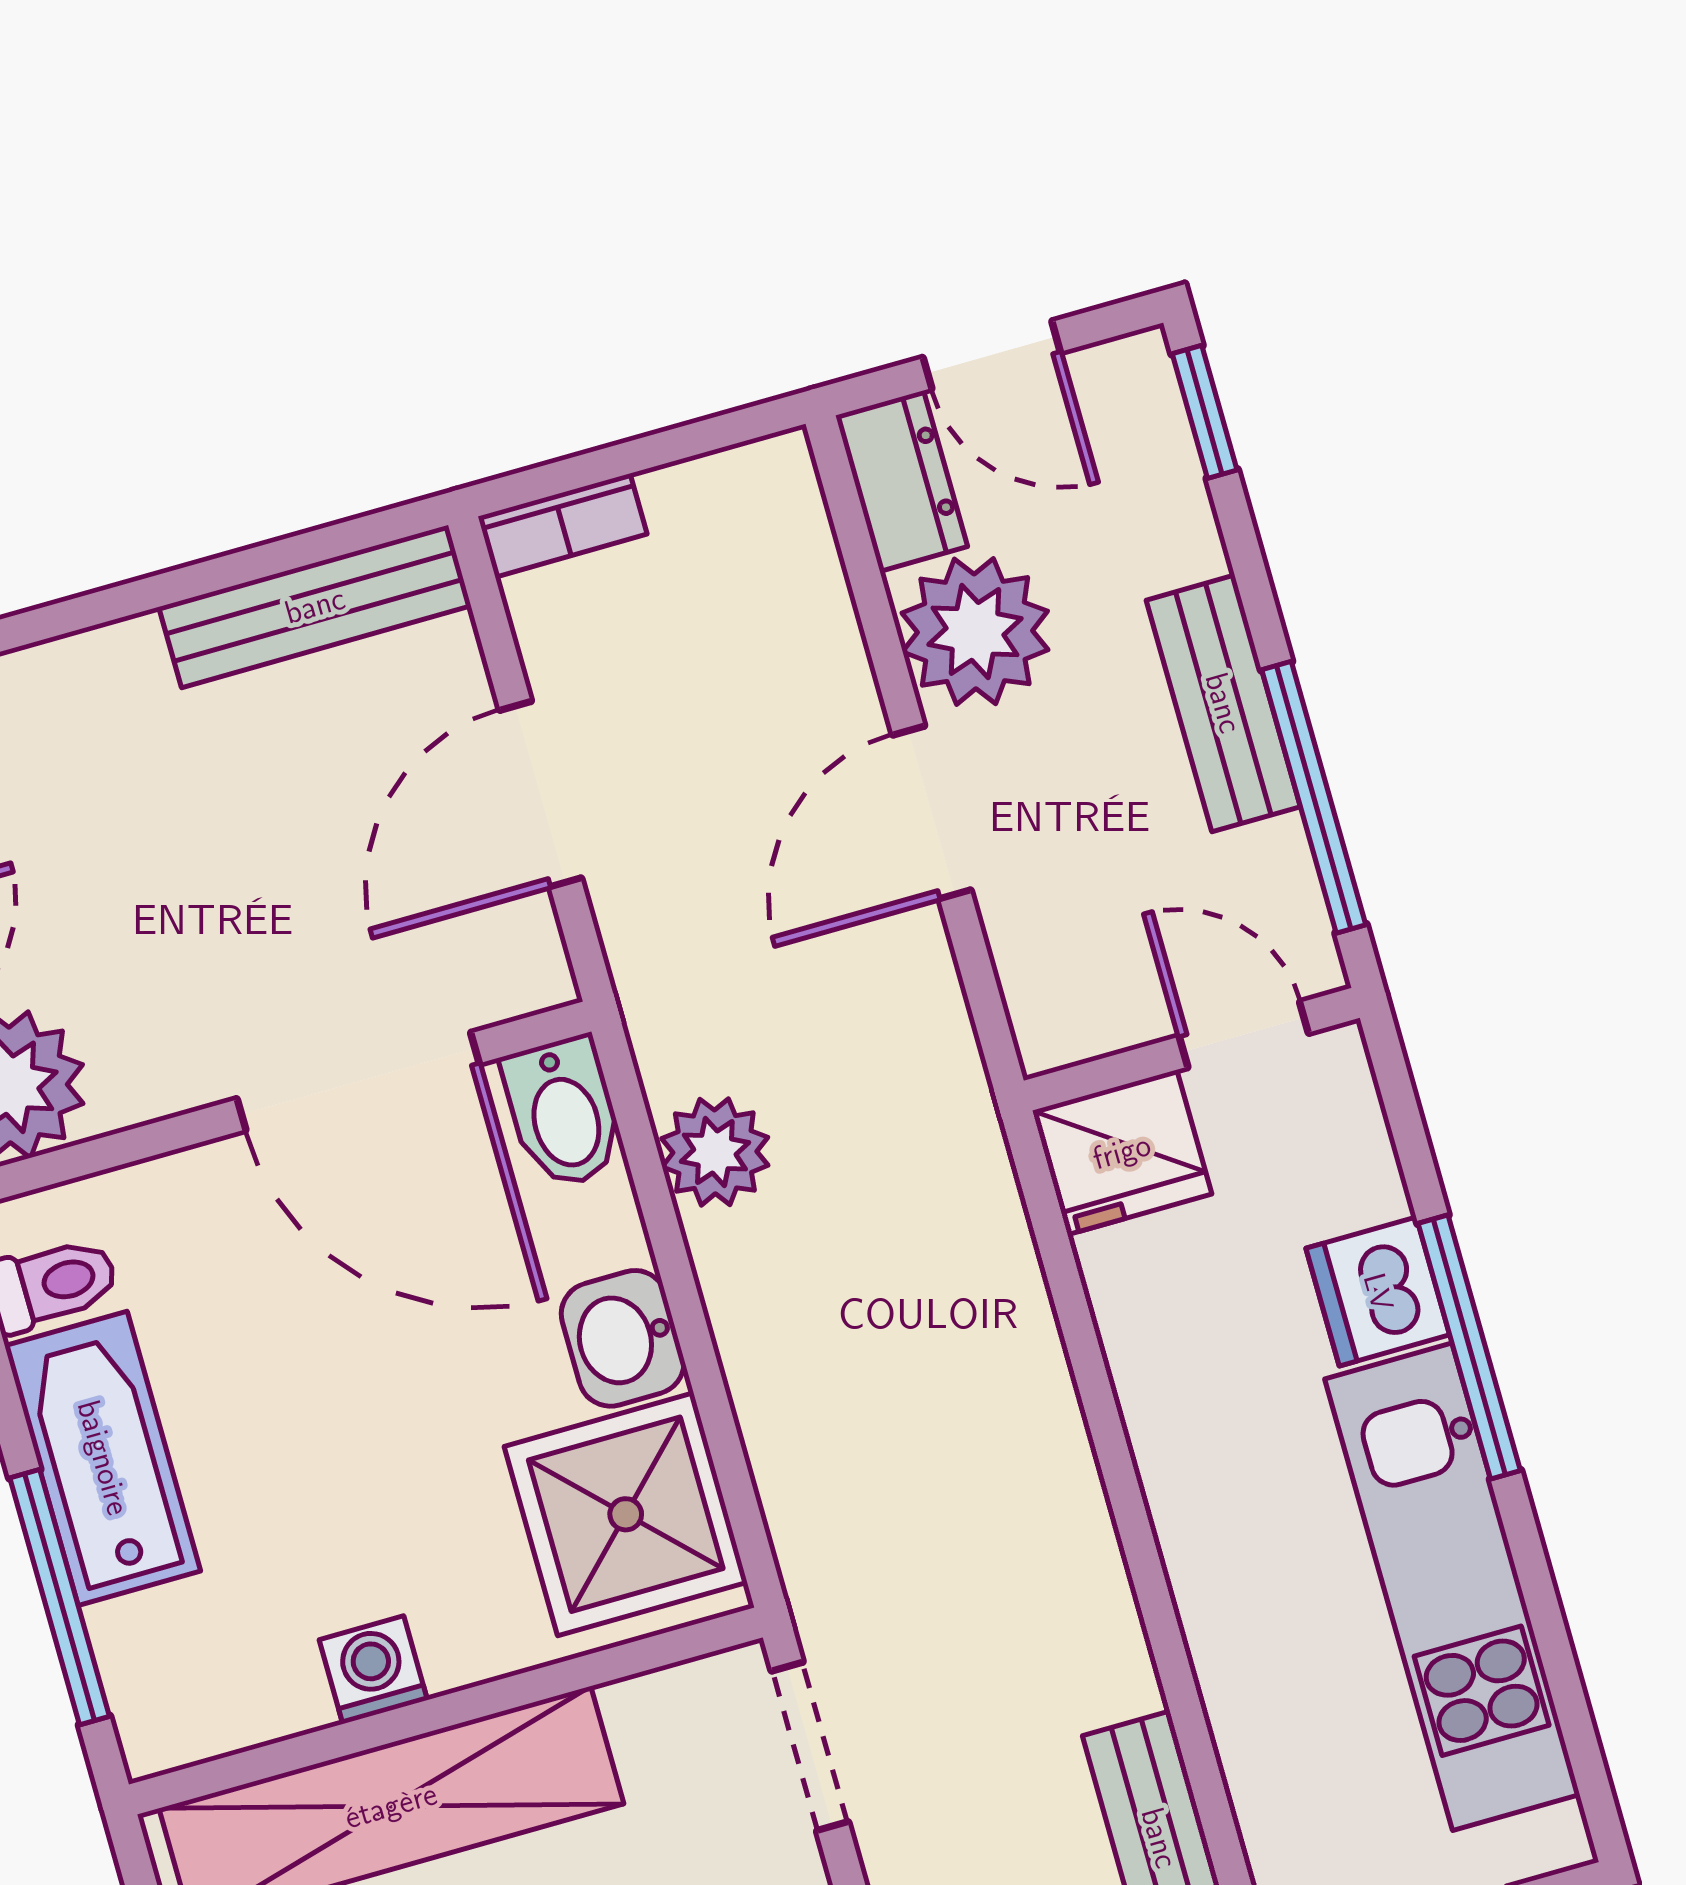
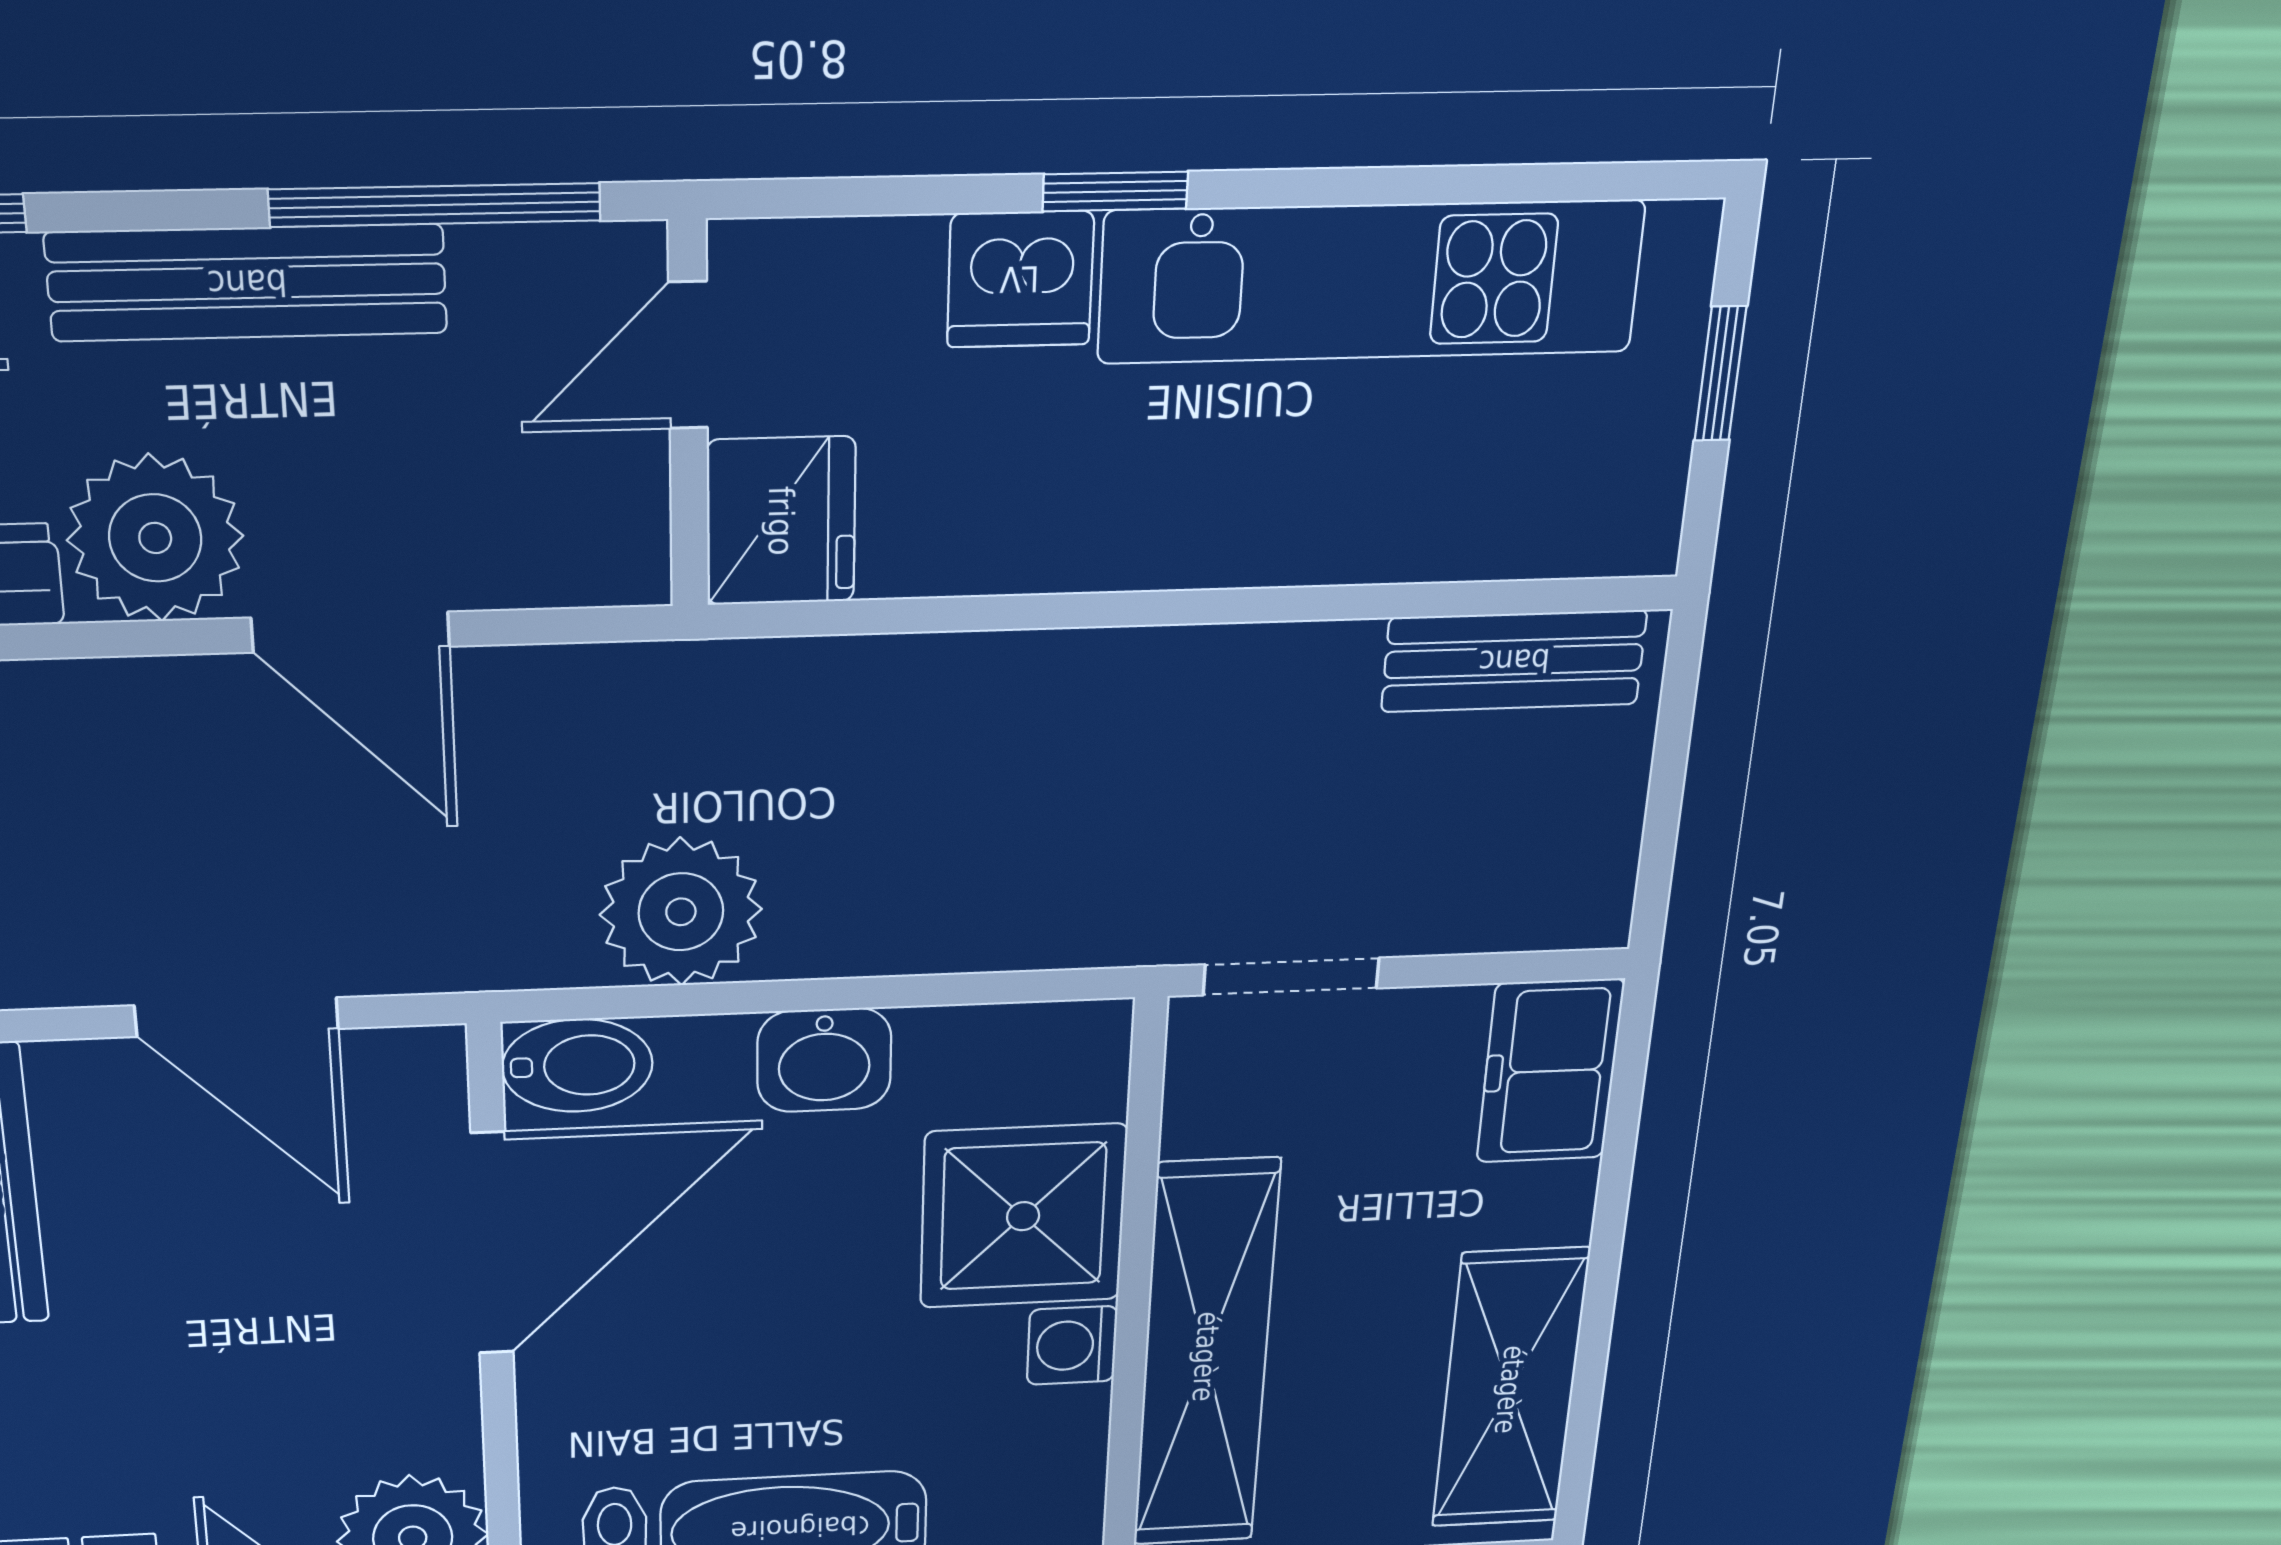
bench: (1223, 703) -> (247, 283), width x1.36
plant: (715, 1152) -> (681, 912), width x1.36, depth x1.36
window: (1469, 1347) -> (1115, 191), width x0.46
shower: (626, 1514) -> (1023, 1216), moved

